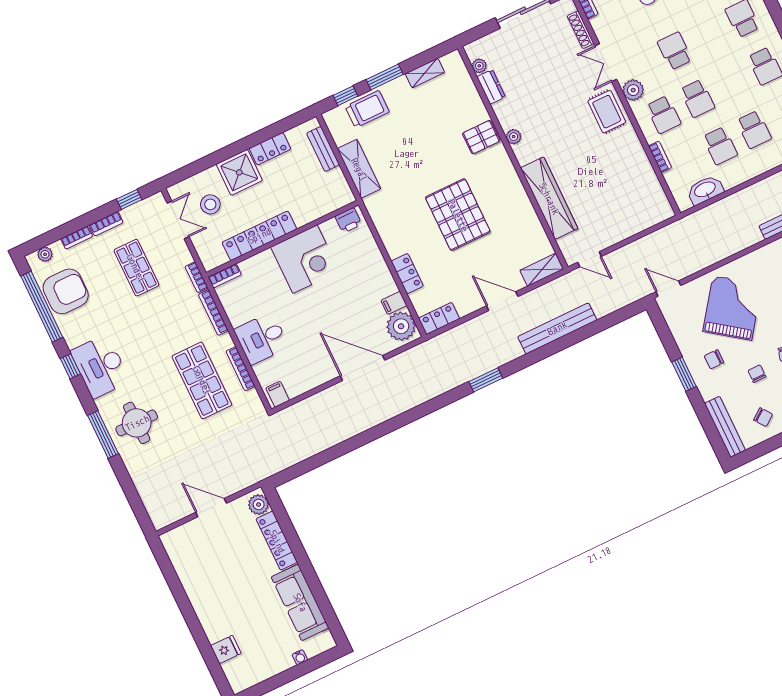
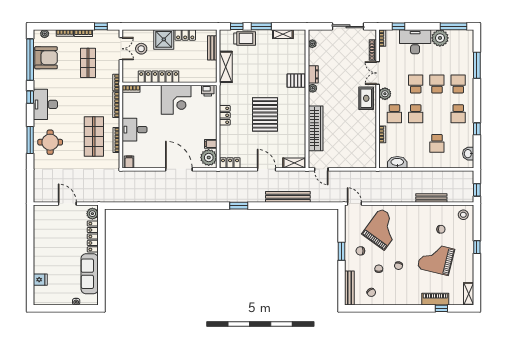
dresser: (491, 87) -> (313, 74), moved
school desk: (720, 146) -> (437, 84), moved, turned 180
locker: (407, 274) -> (225, 115), moved

